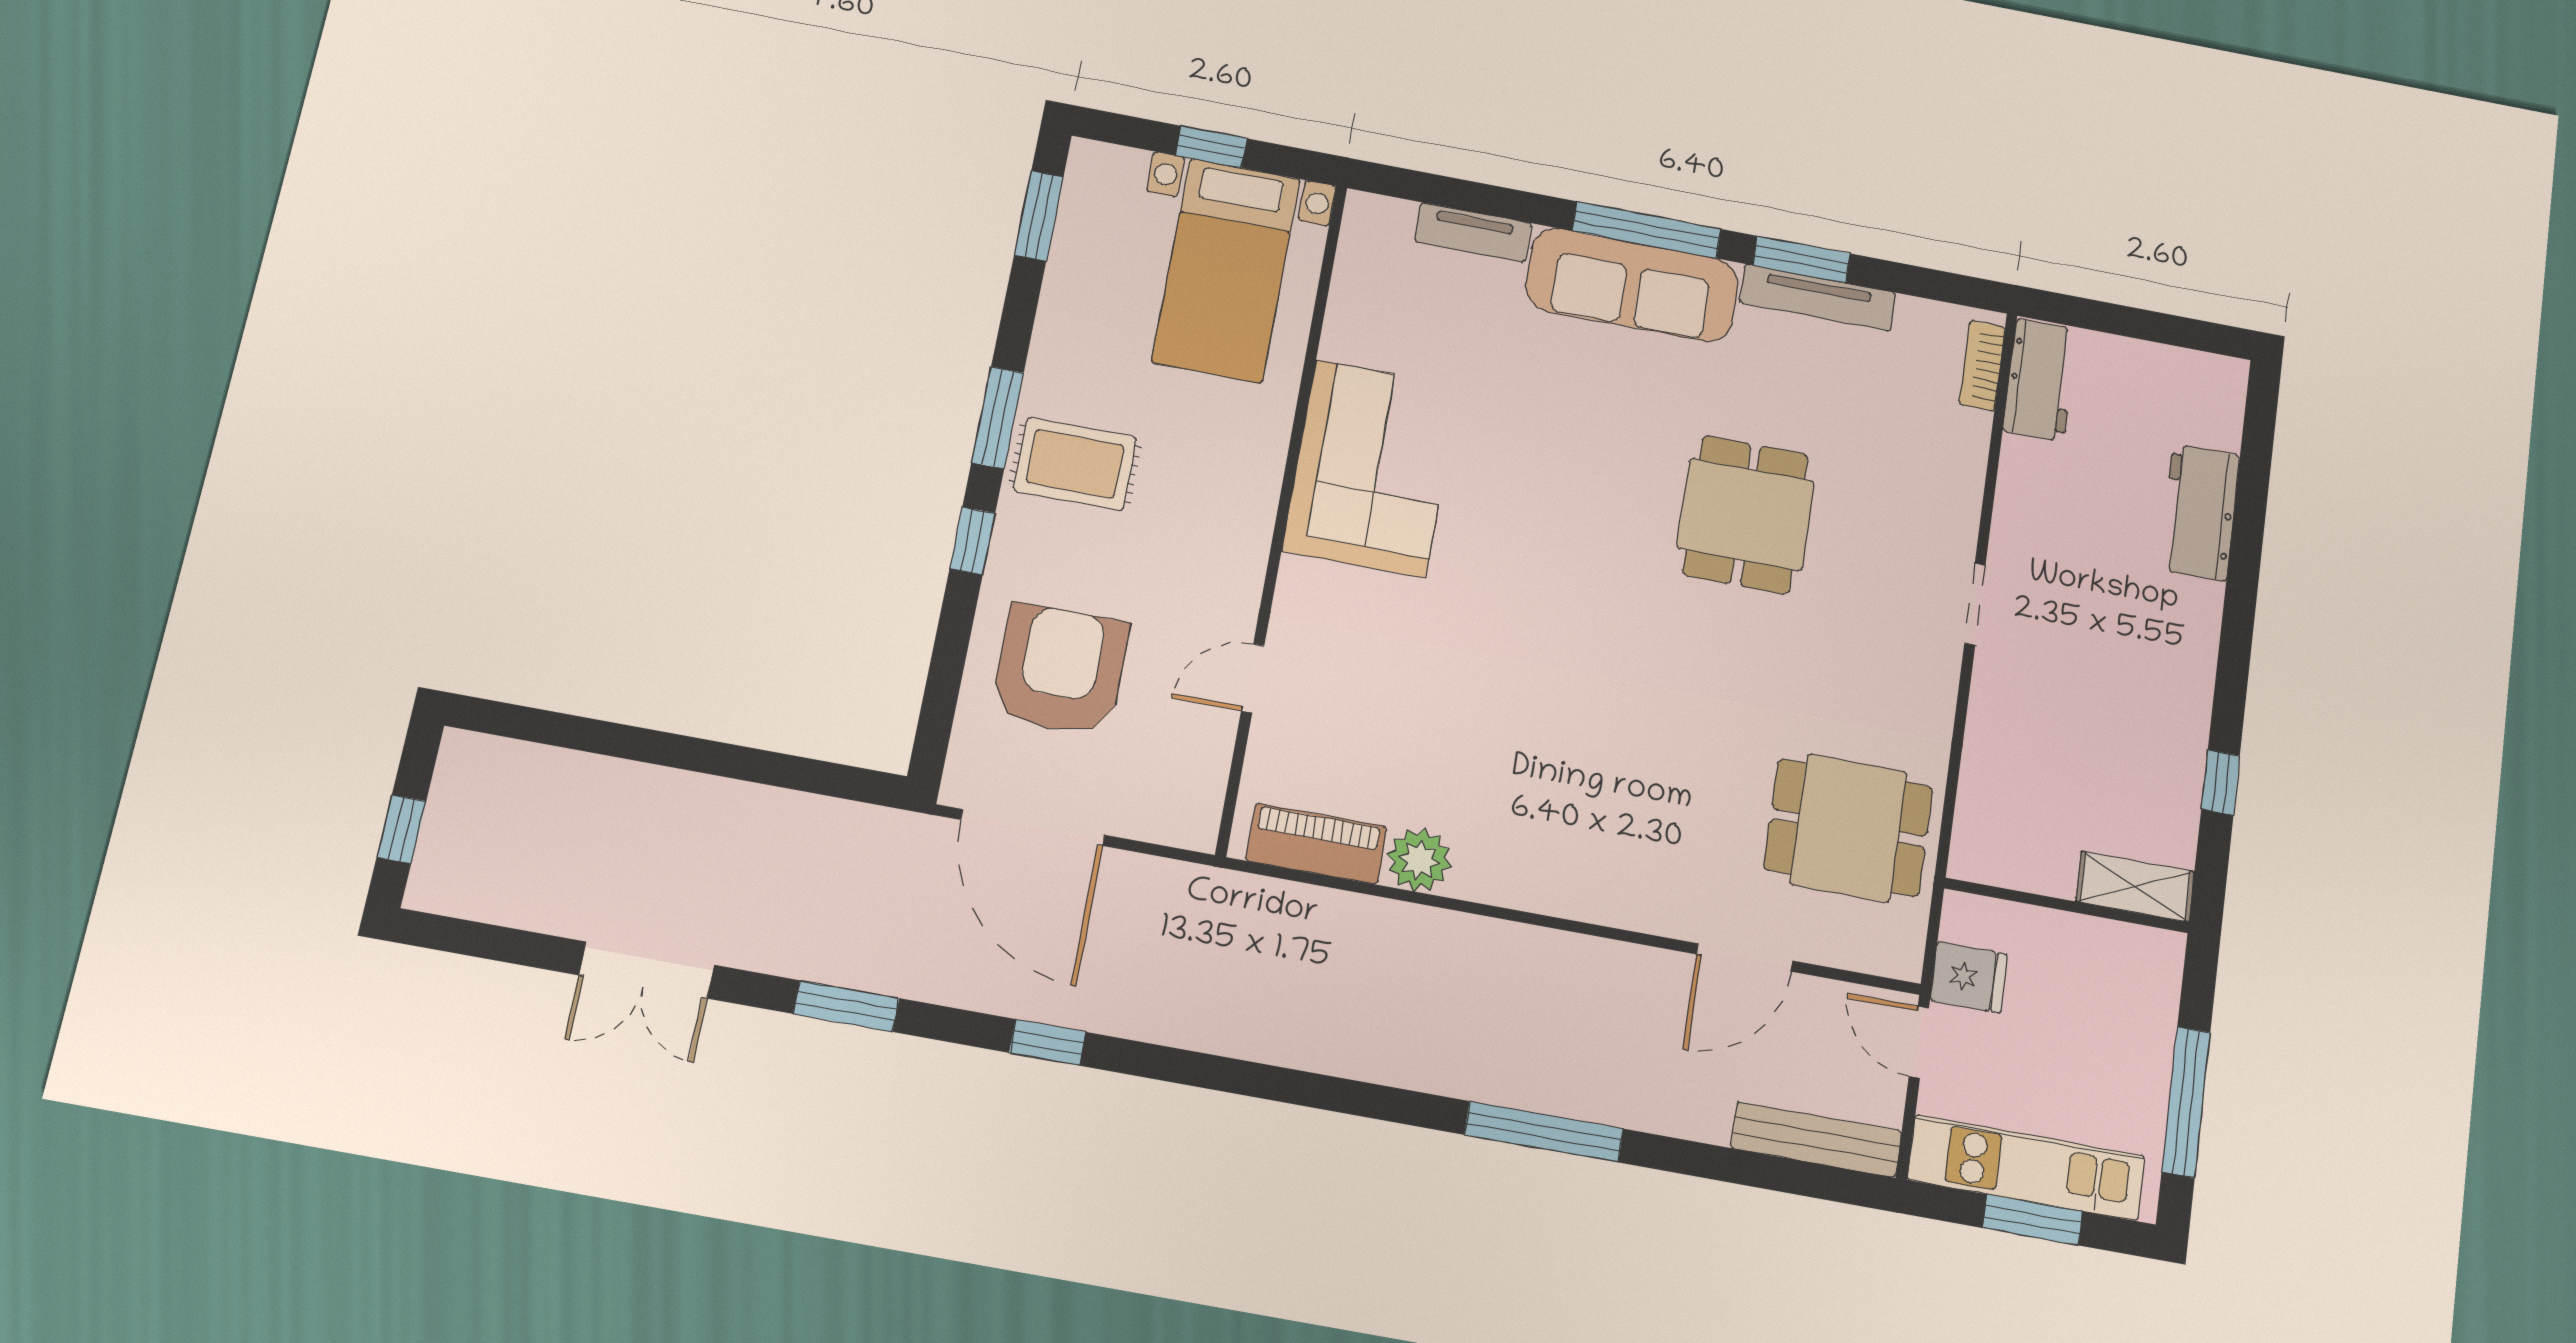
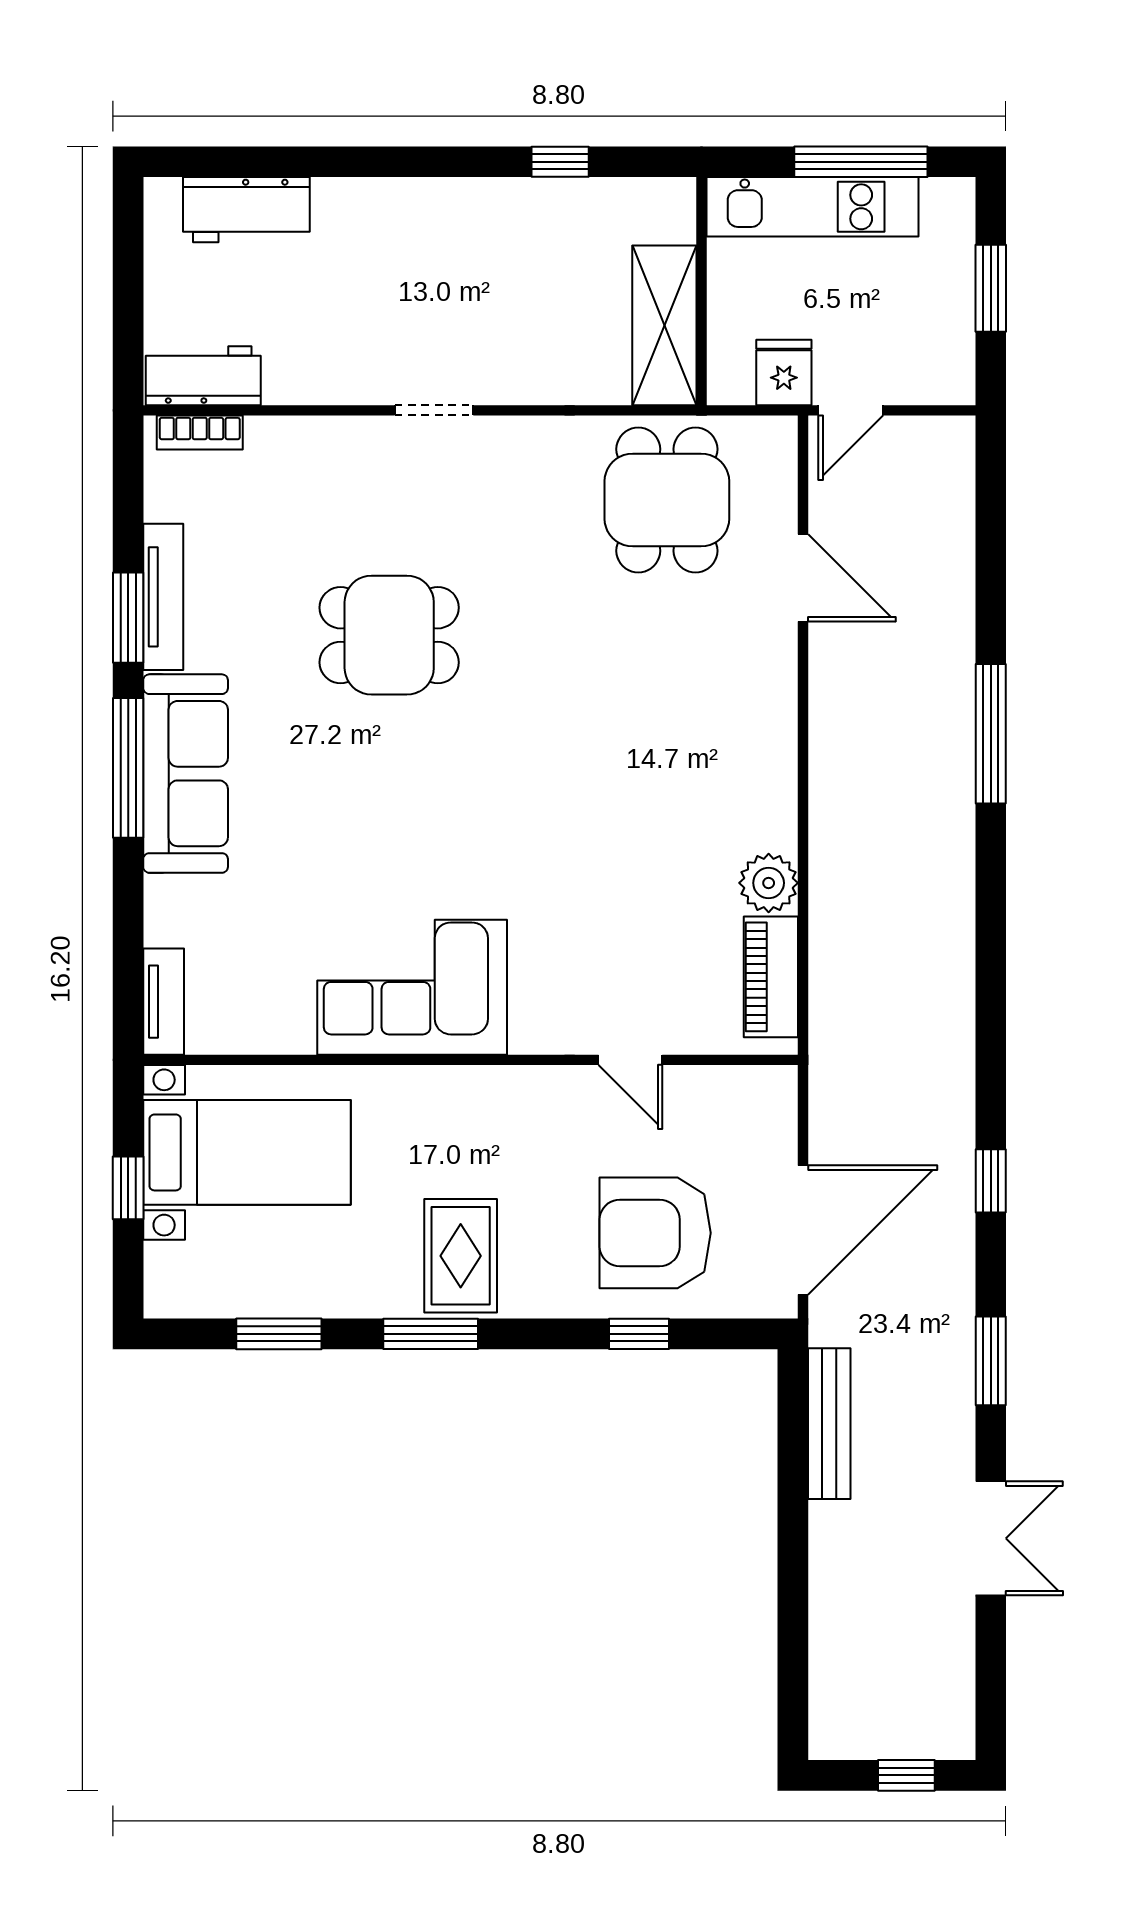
window: (1039, 216) -> (279, 1334), moved
tv unit: (1473, 232) -> (164, 1002), moved
workbench: (2199, 512) -> (246, 210), moved
window: (972, 541) -> (639, 1334), moved
shelving: (2135, 887) -> (664, 325), moved, width x1.50, depth x1.33
bench: (1816, 1140) -> (829, 1424), moved
kitchen unit: (2026, 1168) -> (812, 207), moved, turned -90

